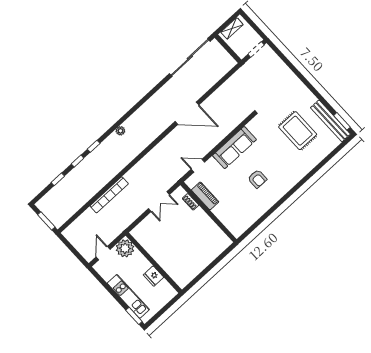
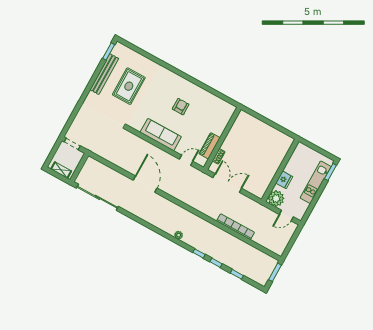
bench: (330, 121) -> (104, 74), moved
door: (198, 166) -> (186, 160), swing flipped
double door: (159, 202) -> (227, 183), width x1.37
fridge: (153, 276) -> (284, 180), moved

